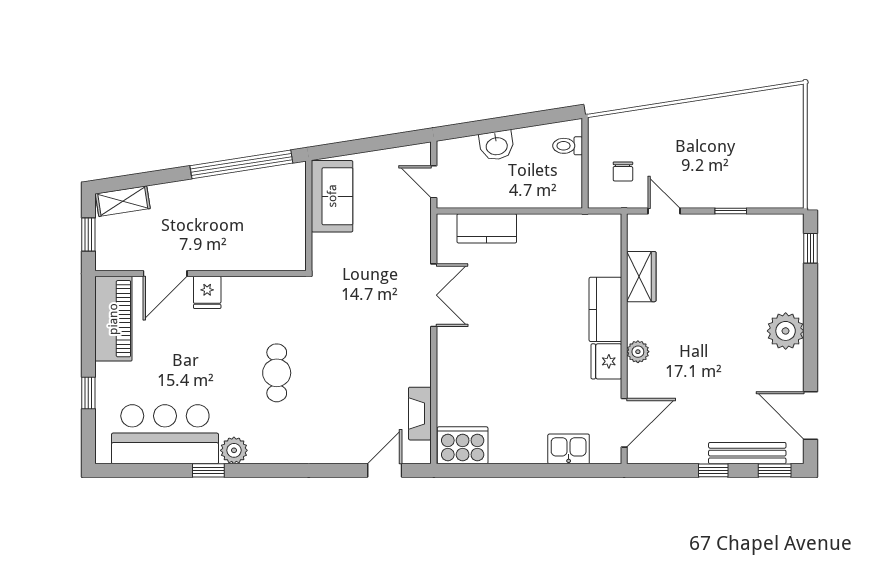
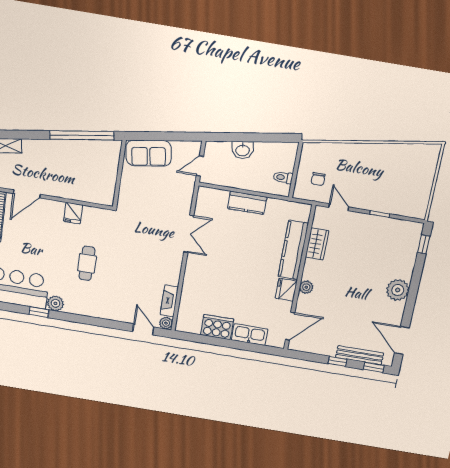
toilet: (568, 146) -> (283, 178), moved
door: (434, 182) -> (200, 166), hinge flipped
sofa: (332, 196) -> (149, 153), moved, turned 81
kitchen counter: (487, 228) -> (247, 203), moved
fridge: (207, 292) -> (73, 213), moved
kitchen counter: (605, 309) -> (293, 250), width x1.50
cooker: (463, 445) -> (217, 327), moved
kitchen sink: (569, 449) -> (250, 335), width x1.38
plant: (420, 453) -> (166, 323), added
door: (385, 470) -> (143, 329), hinge flipped

